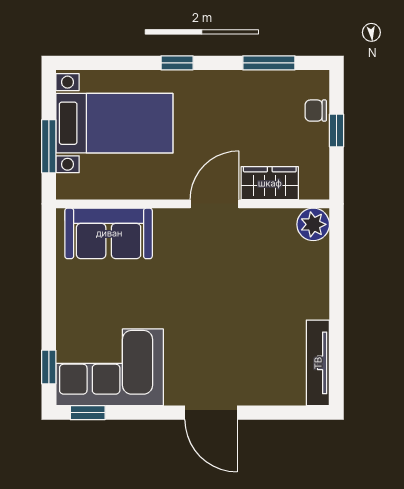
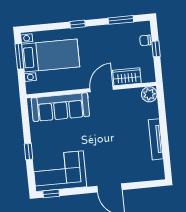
window: (49, 146) -> (19, 56), moved
sofa: (109, 233) -> (60, 107), width x1.36
tv unit: (318, 363) -> (156, 139), moved
window: (49, 367) -> (29, 152), moved

